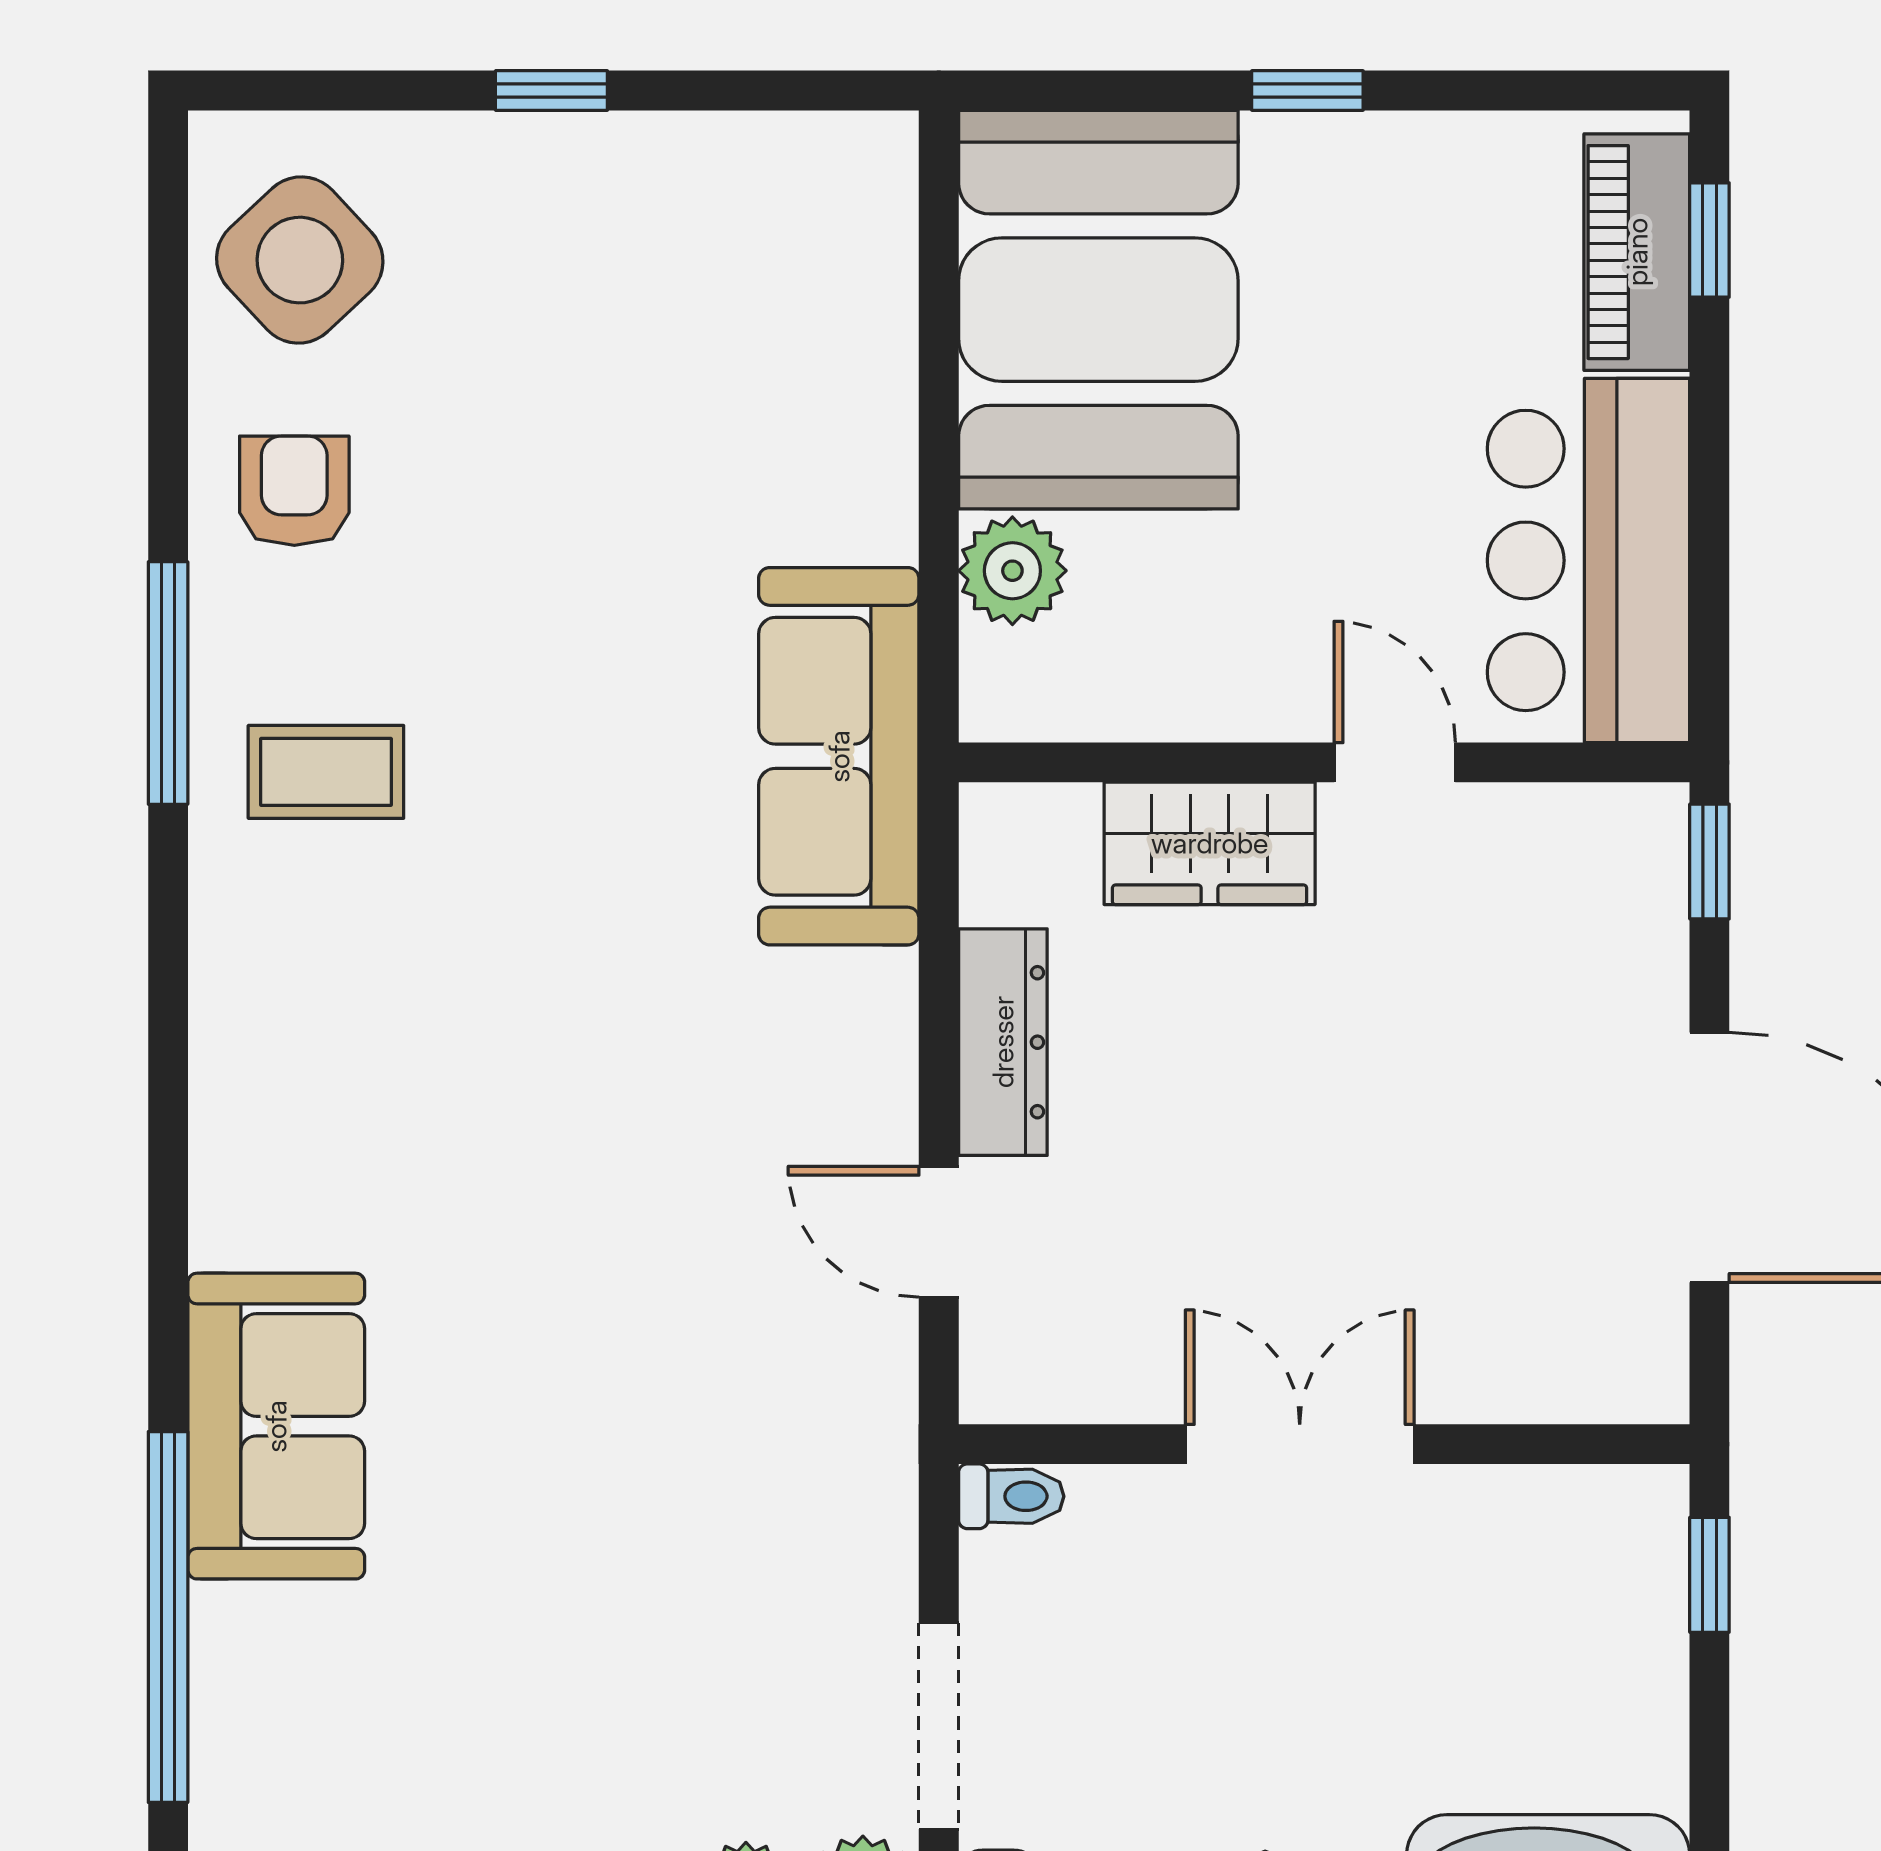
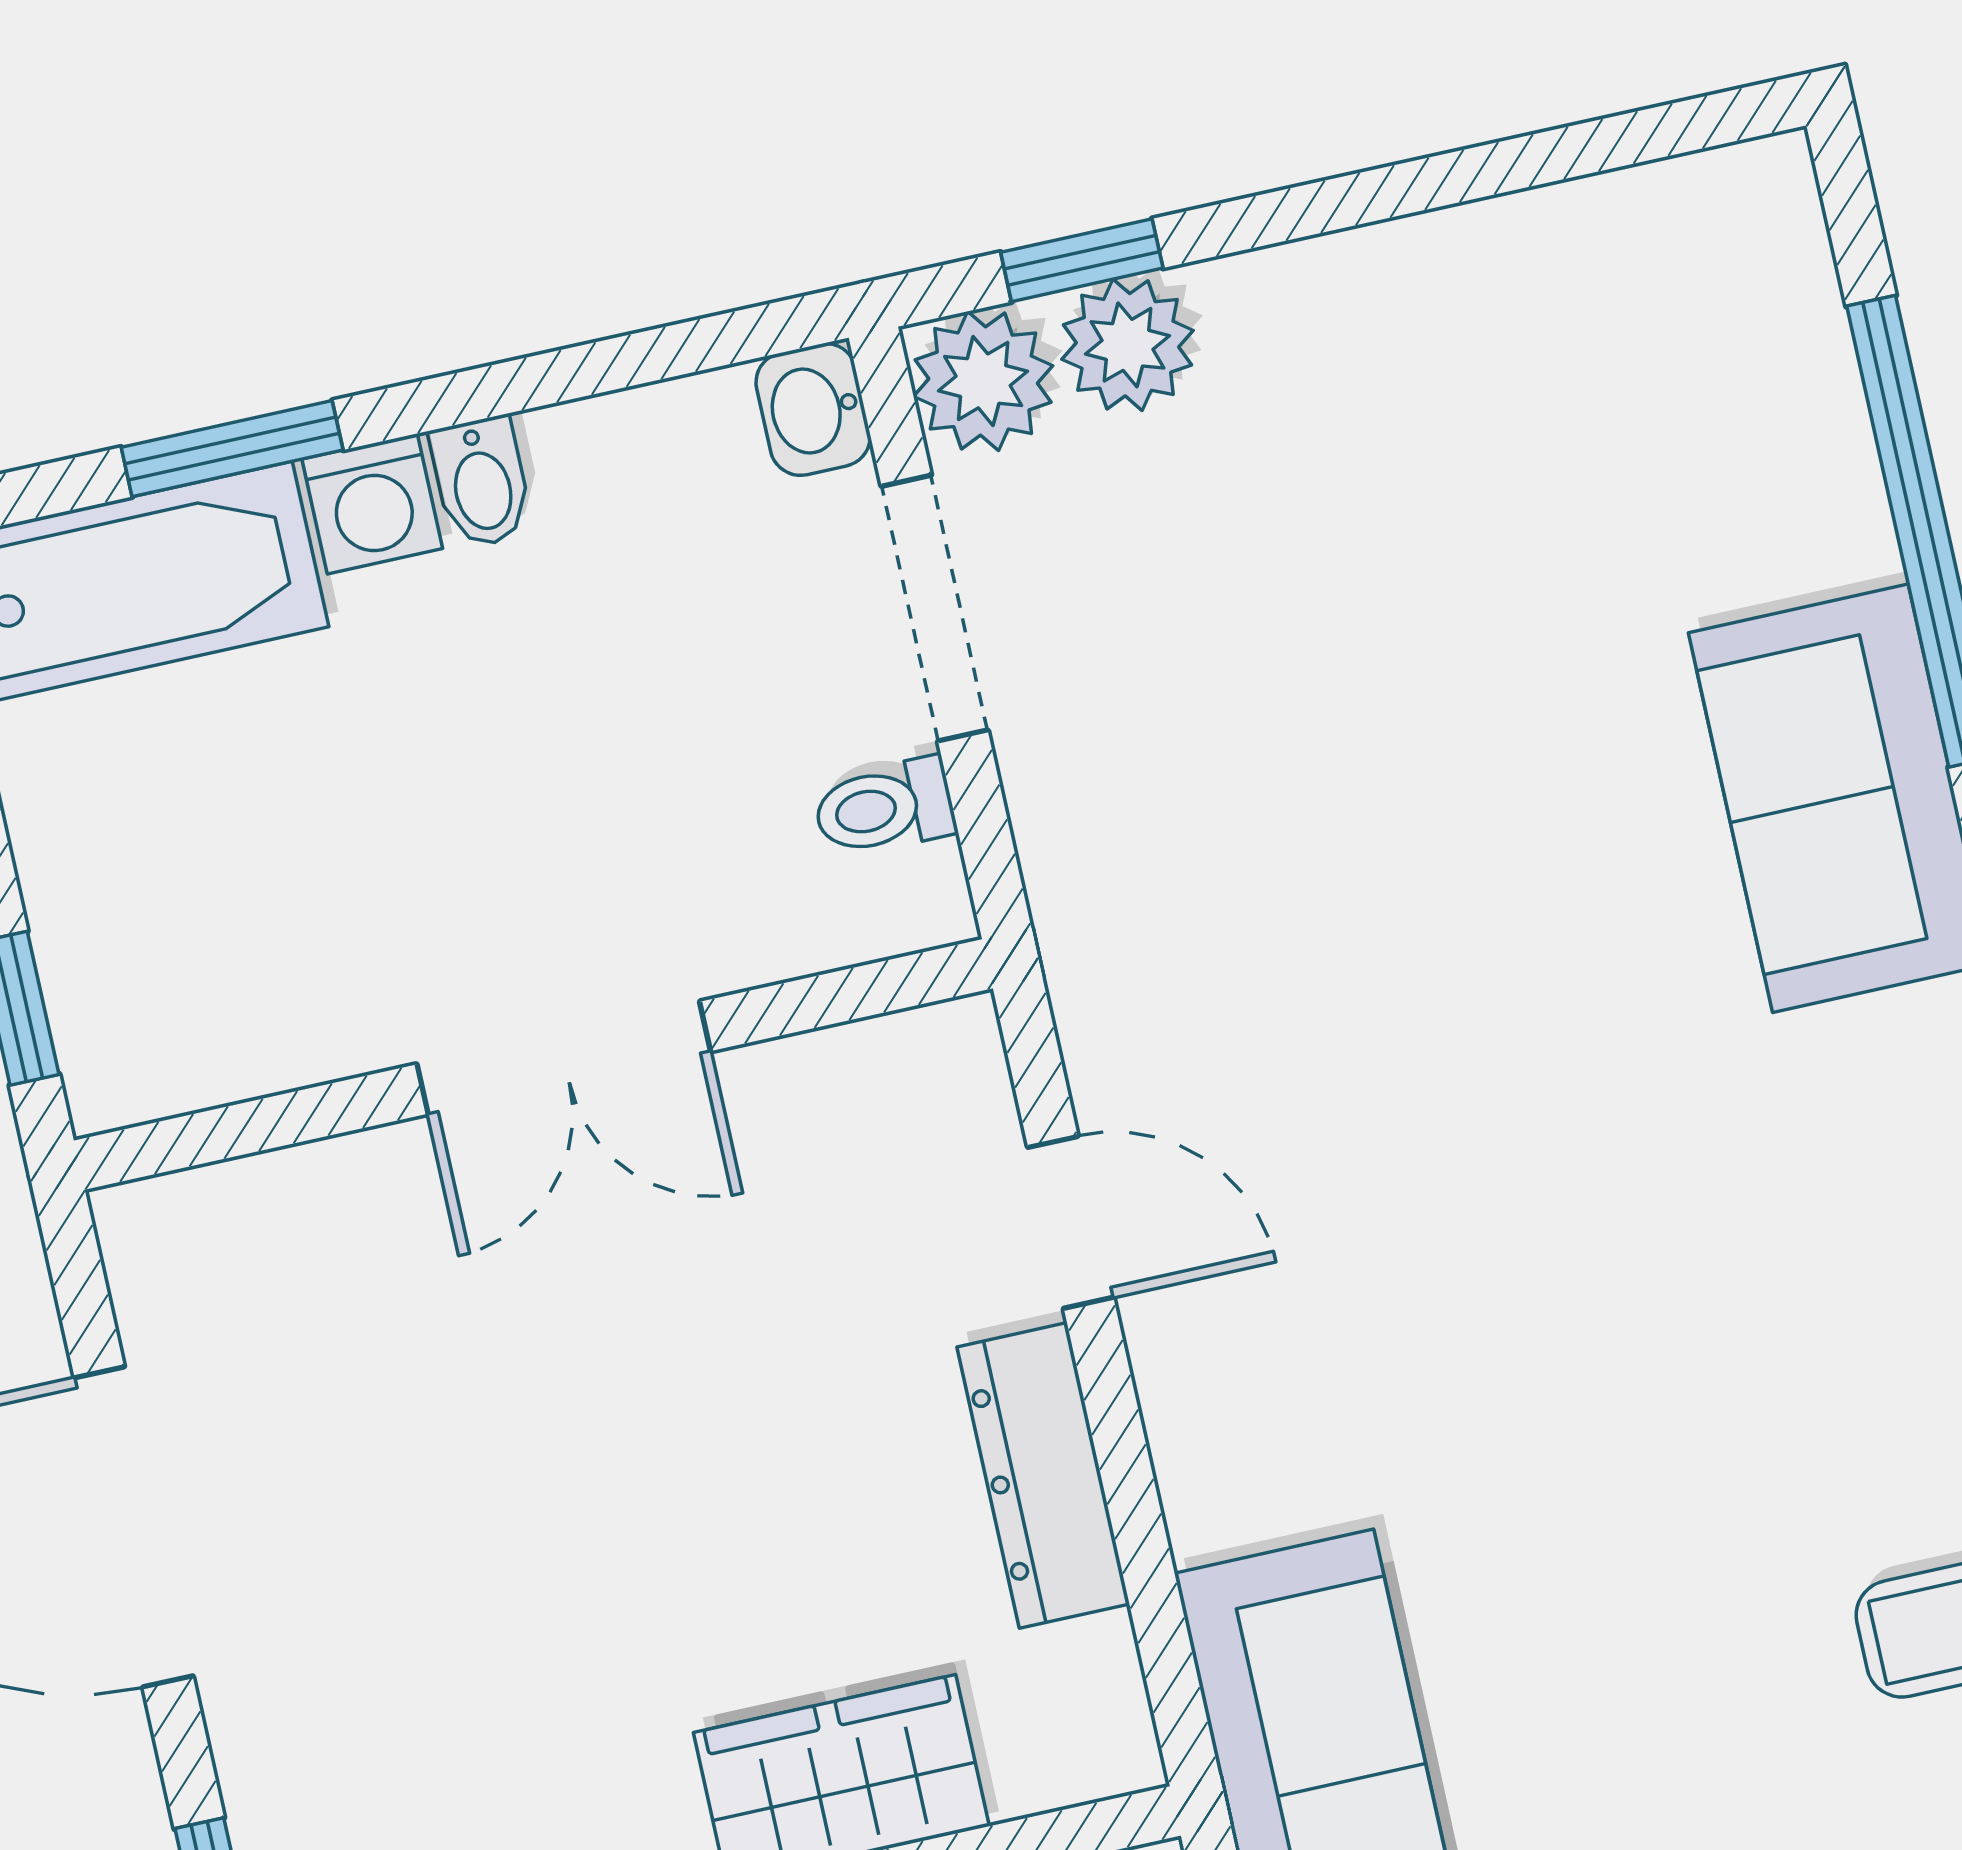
toilet: (1011, 1496) -> (884, 807), moved

